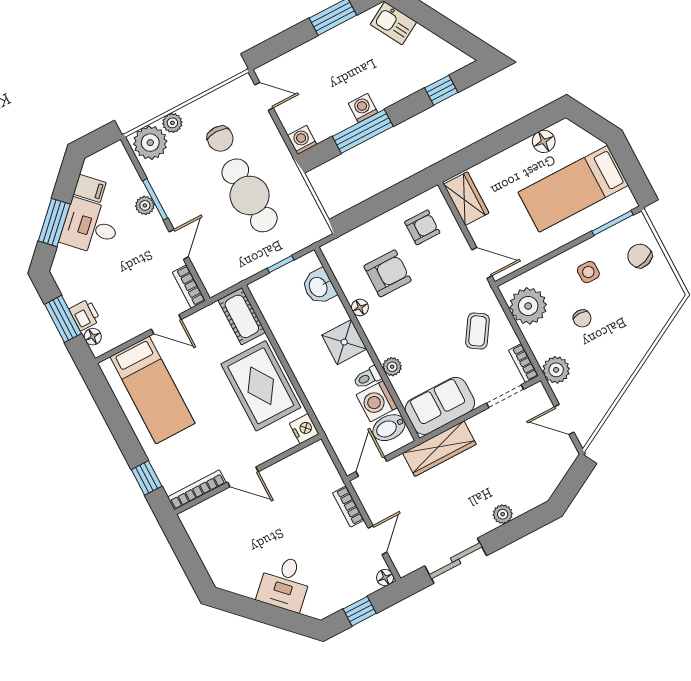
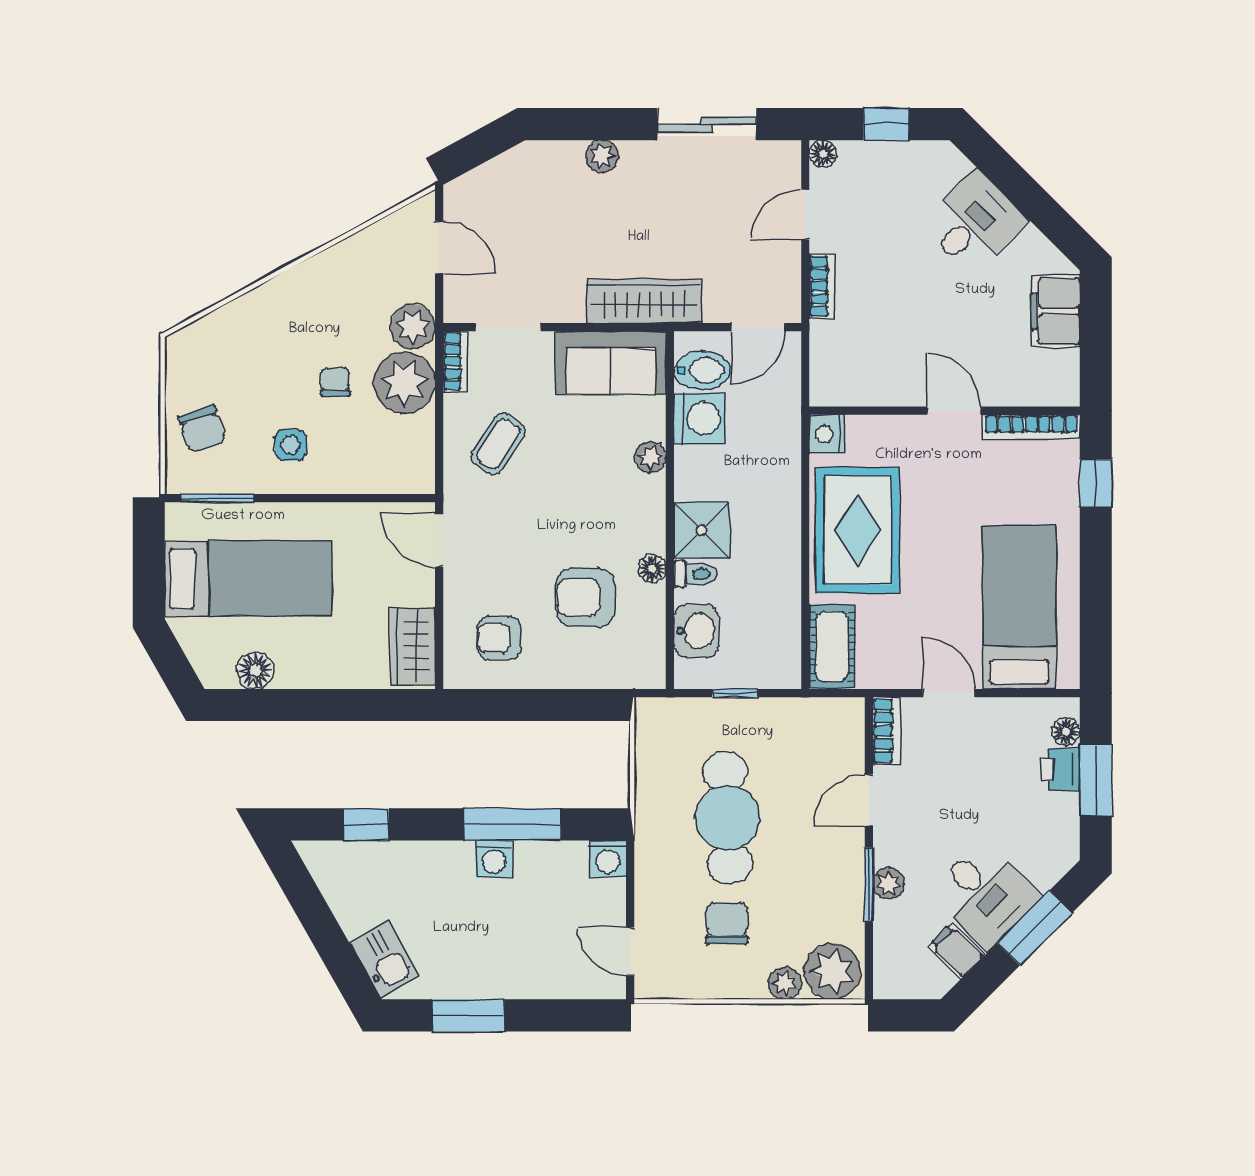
plant: (528, 306) -> (405, 383), moved
toilet: (367, 378) -> (695, 574), moved
filing cabinet: (216, 559) -> (1056, 311), added

